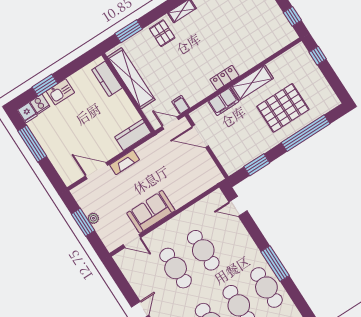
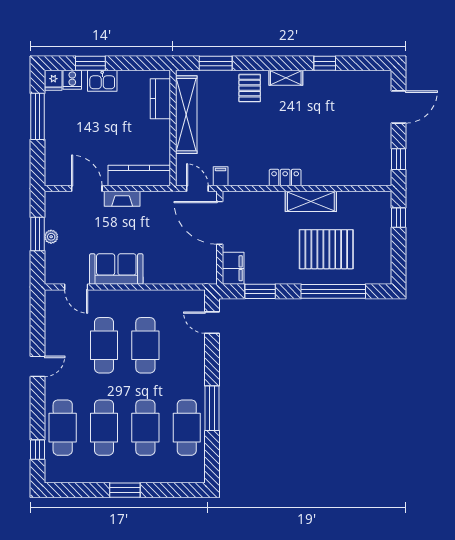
filing cabinet: (223, 102) -> (233, 268), moved, turned -90
kitchen counter: (133, 135) -> (139, 176), width x1.50
door: (200, 136) -> (220, 223), width x1.36

